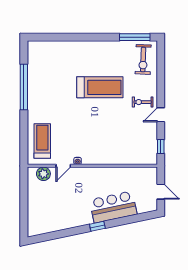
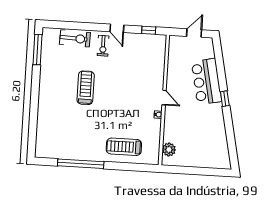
exercise bike: (143, 59) -> (75, 38), moved
treadmill: (100, 87) -> (86, 88), width x0.73, depth x0.73
treadmill: (42, 141) -> (124, 147), moved
door: (63, 166) -> (164, 98), moved

